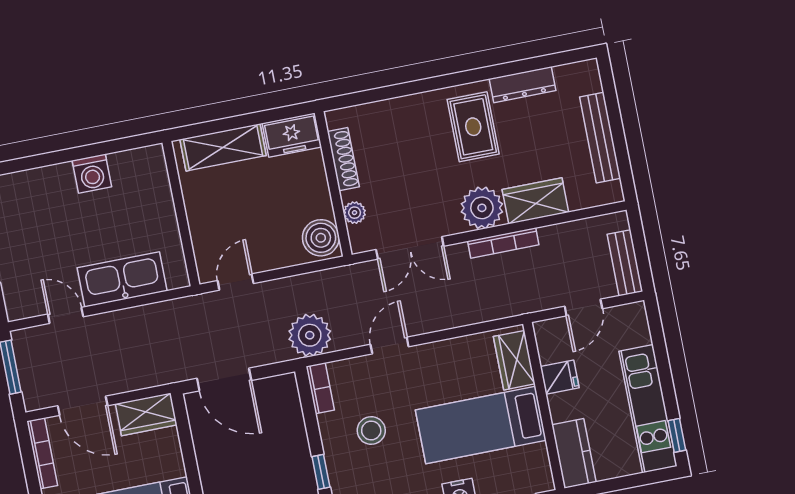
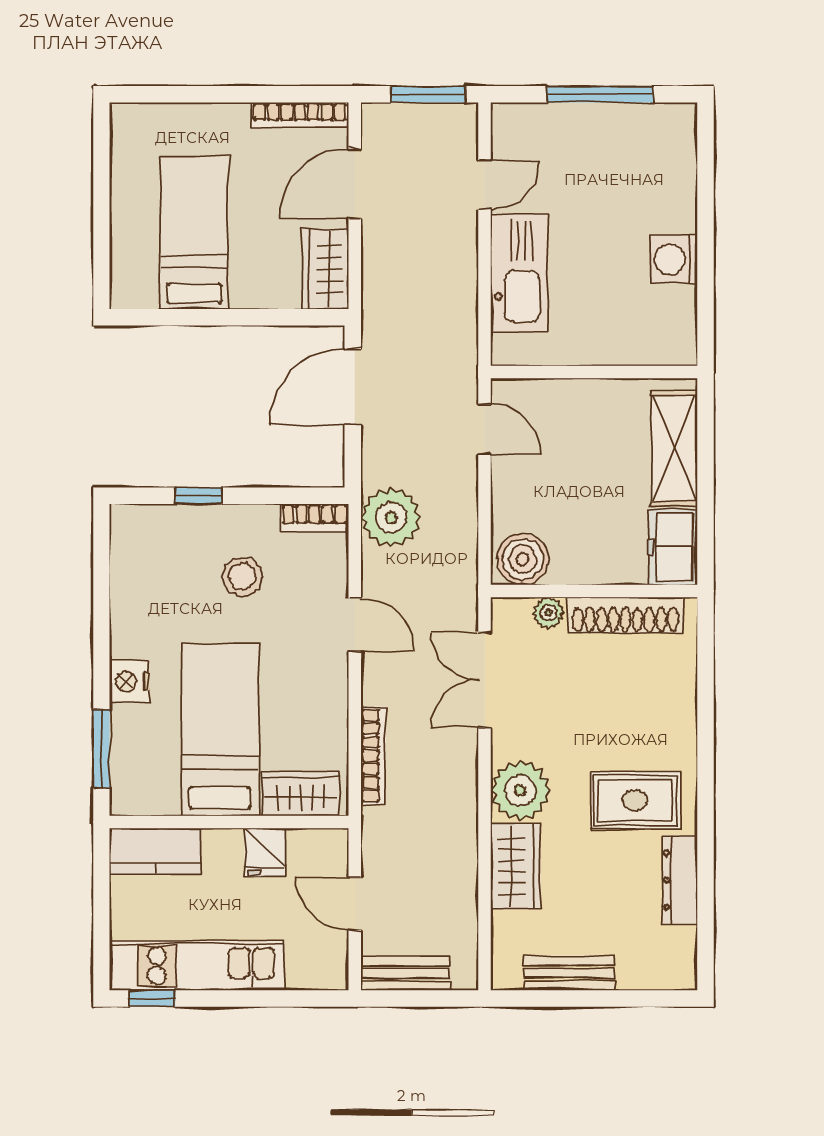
bench: (600, 138) -> (569, 973), width x0.73
shoe rack: (343, 159) -> (625, 615), width x1.36, depth x1.24
bookcase: (503, 243) -> (373, 756), moved, turned 180

